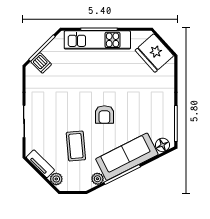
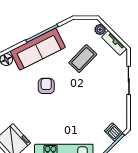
armchair: (104, 115) -> (46, 86), moved
coffee table: (76, 146) -> (83, 59), turned 49
plant: (97, 179) -> (64, 30), removed

